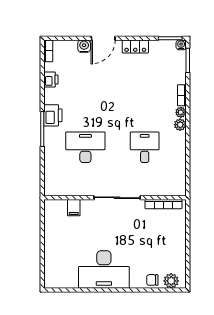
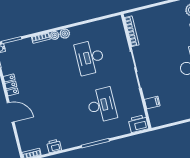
water cooler: (84, 46) -> (21, 126), removed
printer: (53, 115) -> (138, 124), moved
desk: (85, 147) -> (102, 105), turned 180
desk: (145, 147) -> (90, 57), width x1.37

